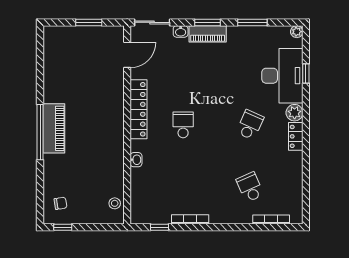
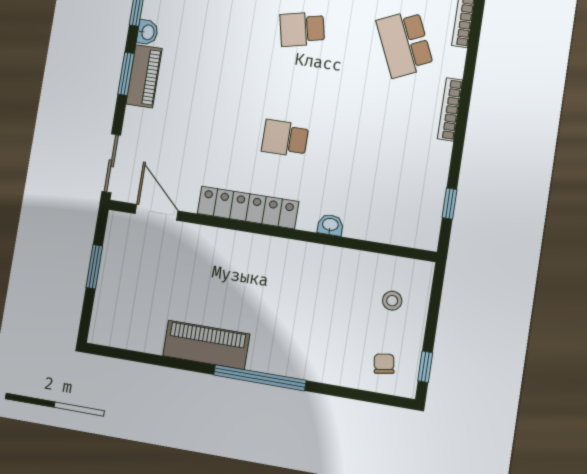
washbasin: (181, 31) -> (147, 32), moved
school desk: (250, 125) -> (302, 29), turned -36
piano: (54, 128) -> (206, 345), moved
school desk: (250, 187) -> (405, 44), width x1.85
stool: (115, 203) -> (392, 301), moved
bookcase: (190, 219) -> (450, 109), moved

